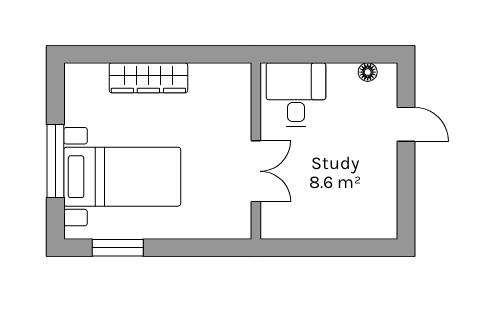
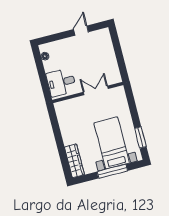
wardrobe: (148, 78) -> (74, 161), moved
door: (406, 124) -> (81, 31), moved

